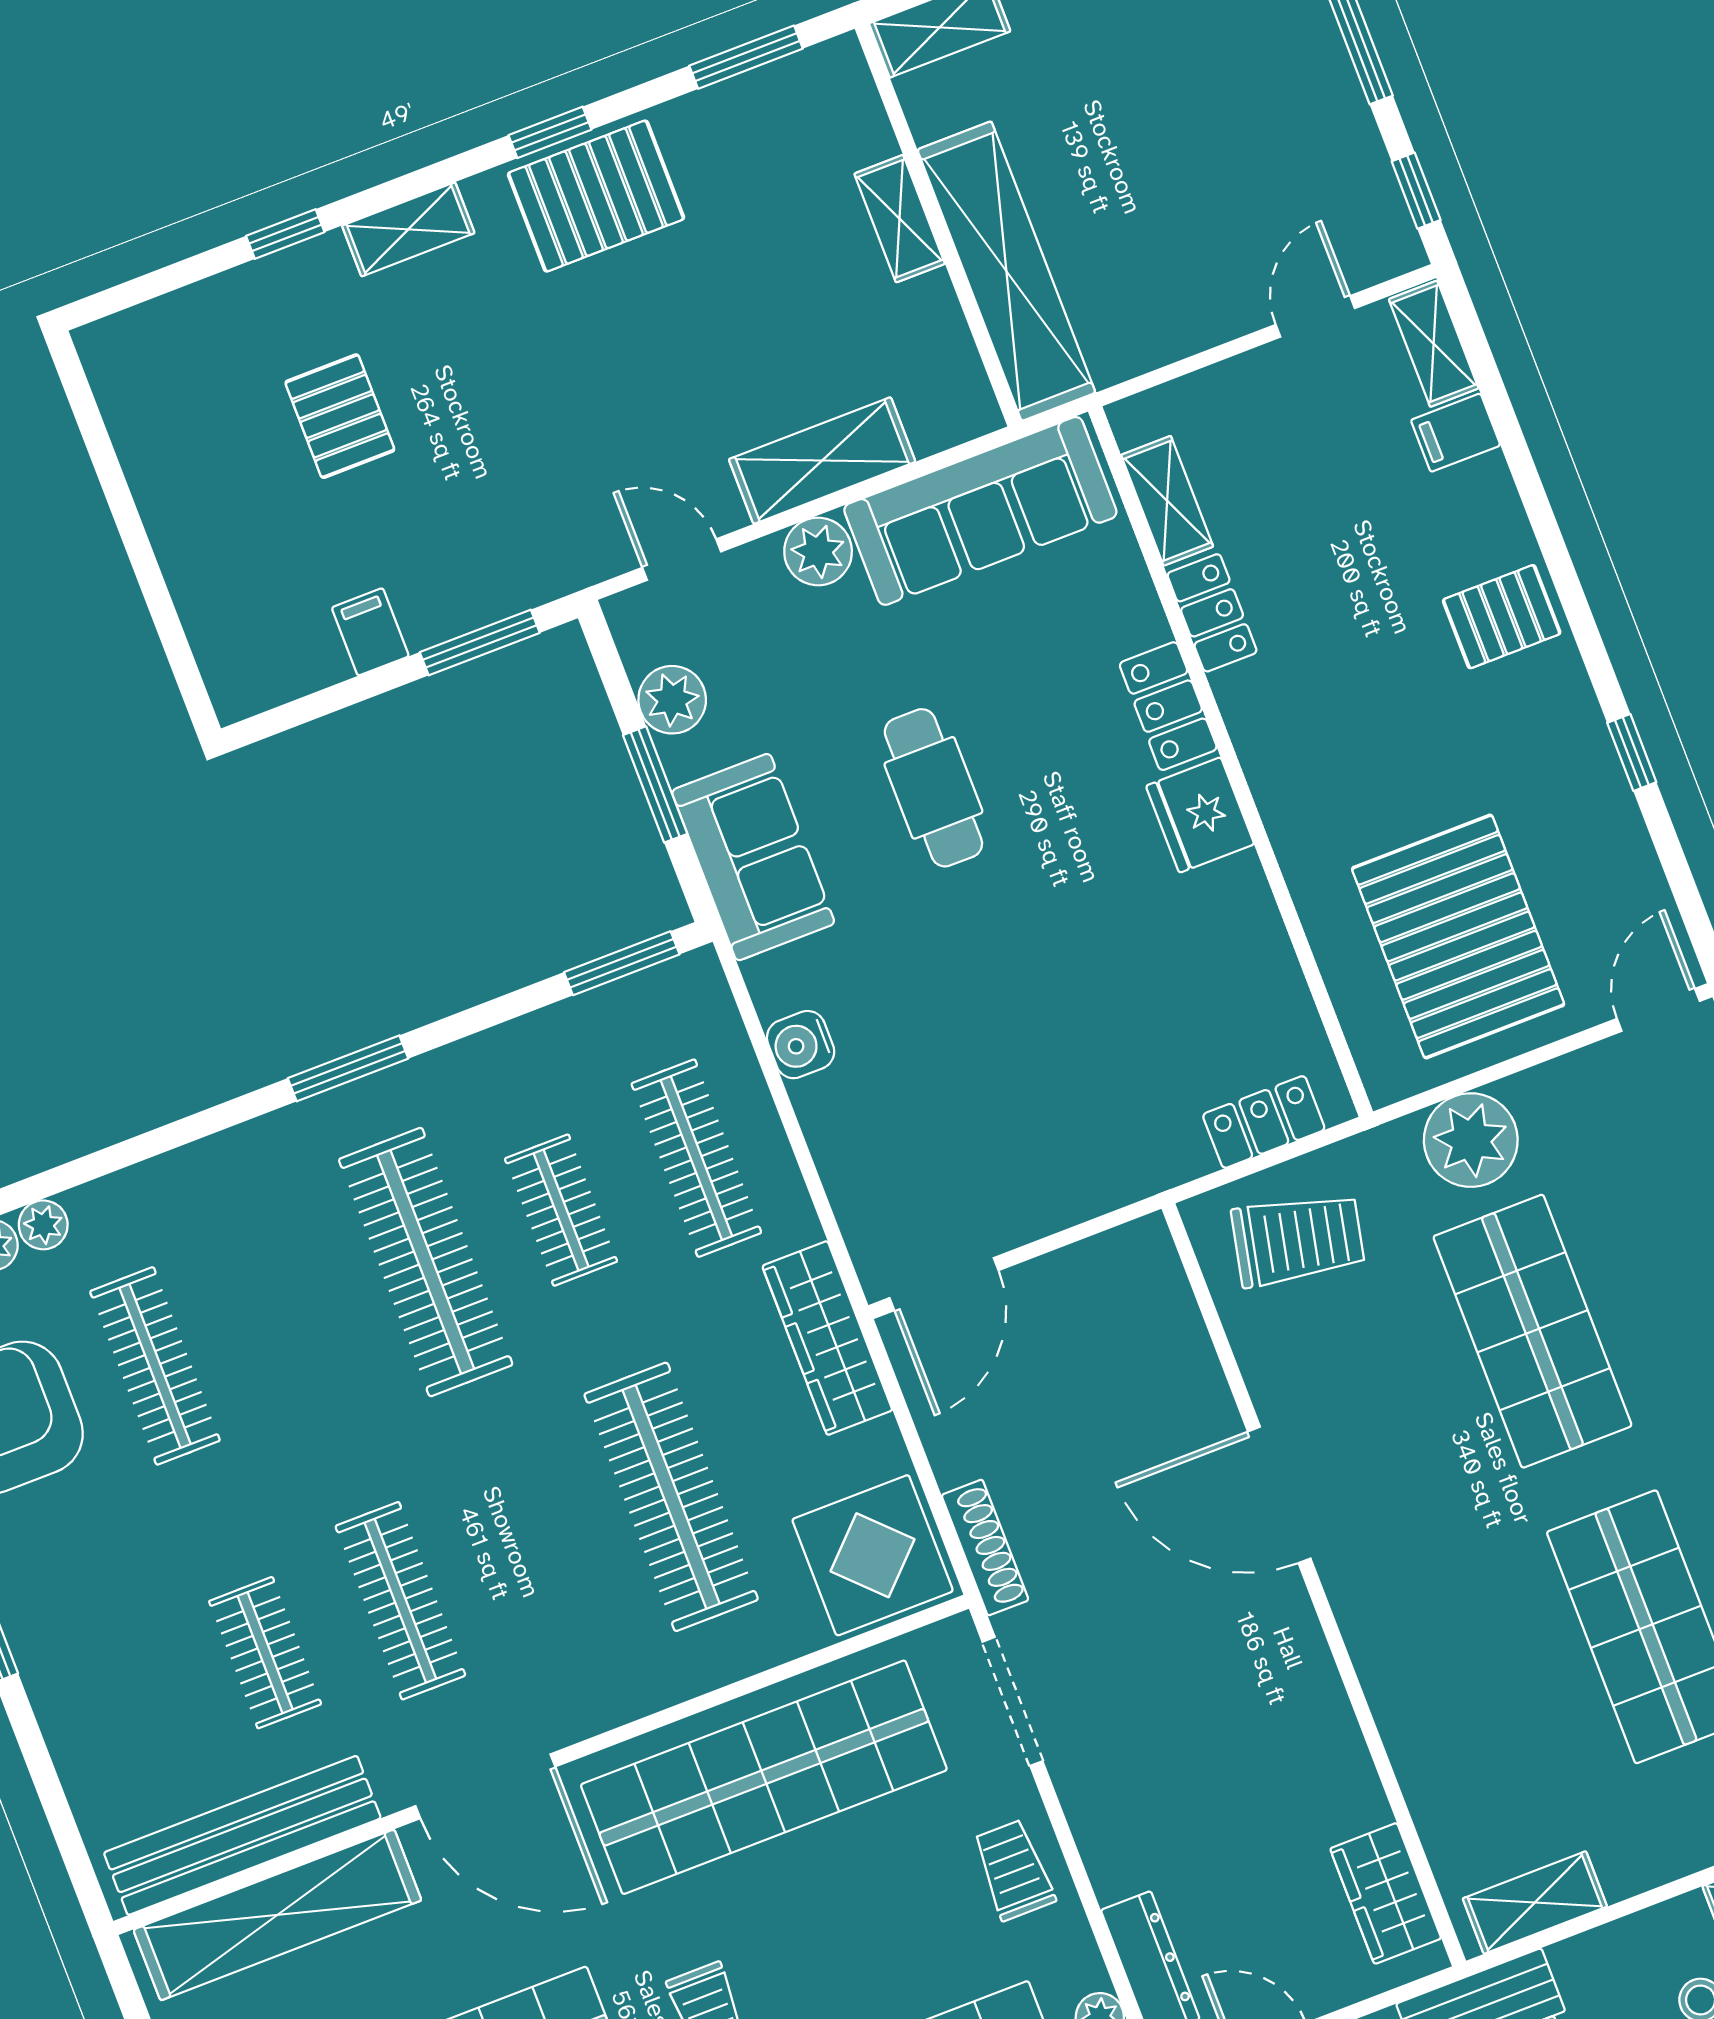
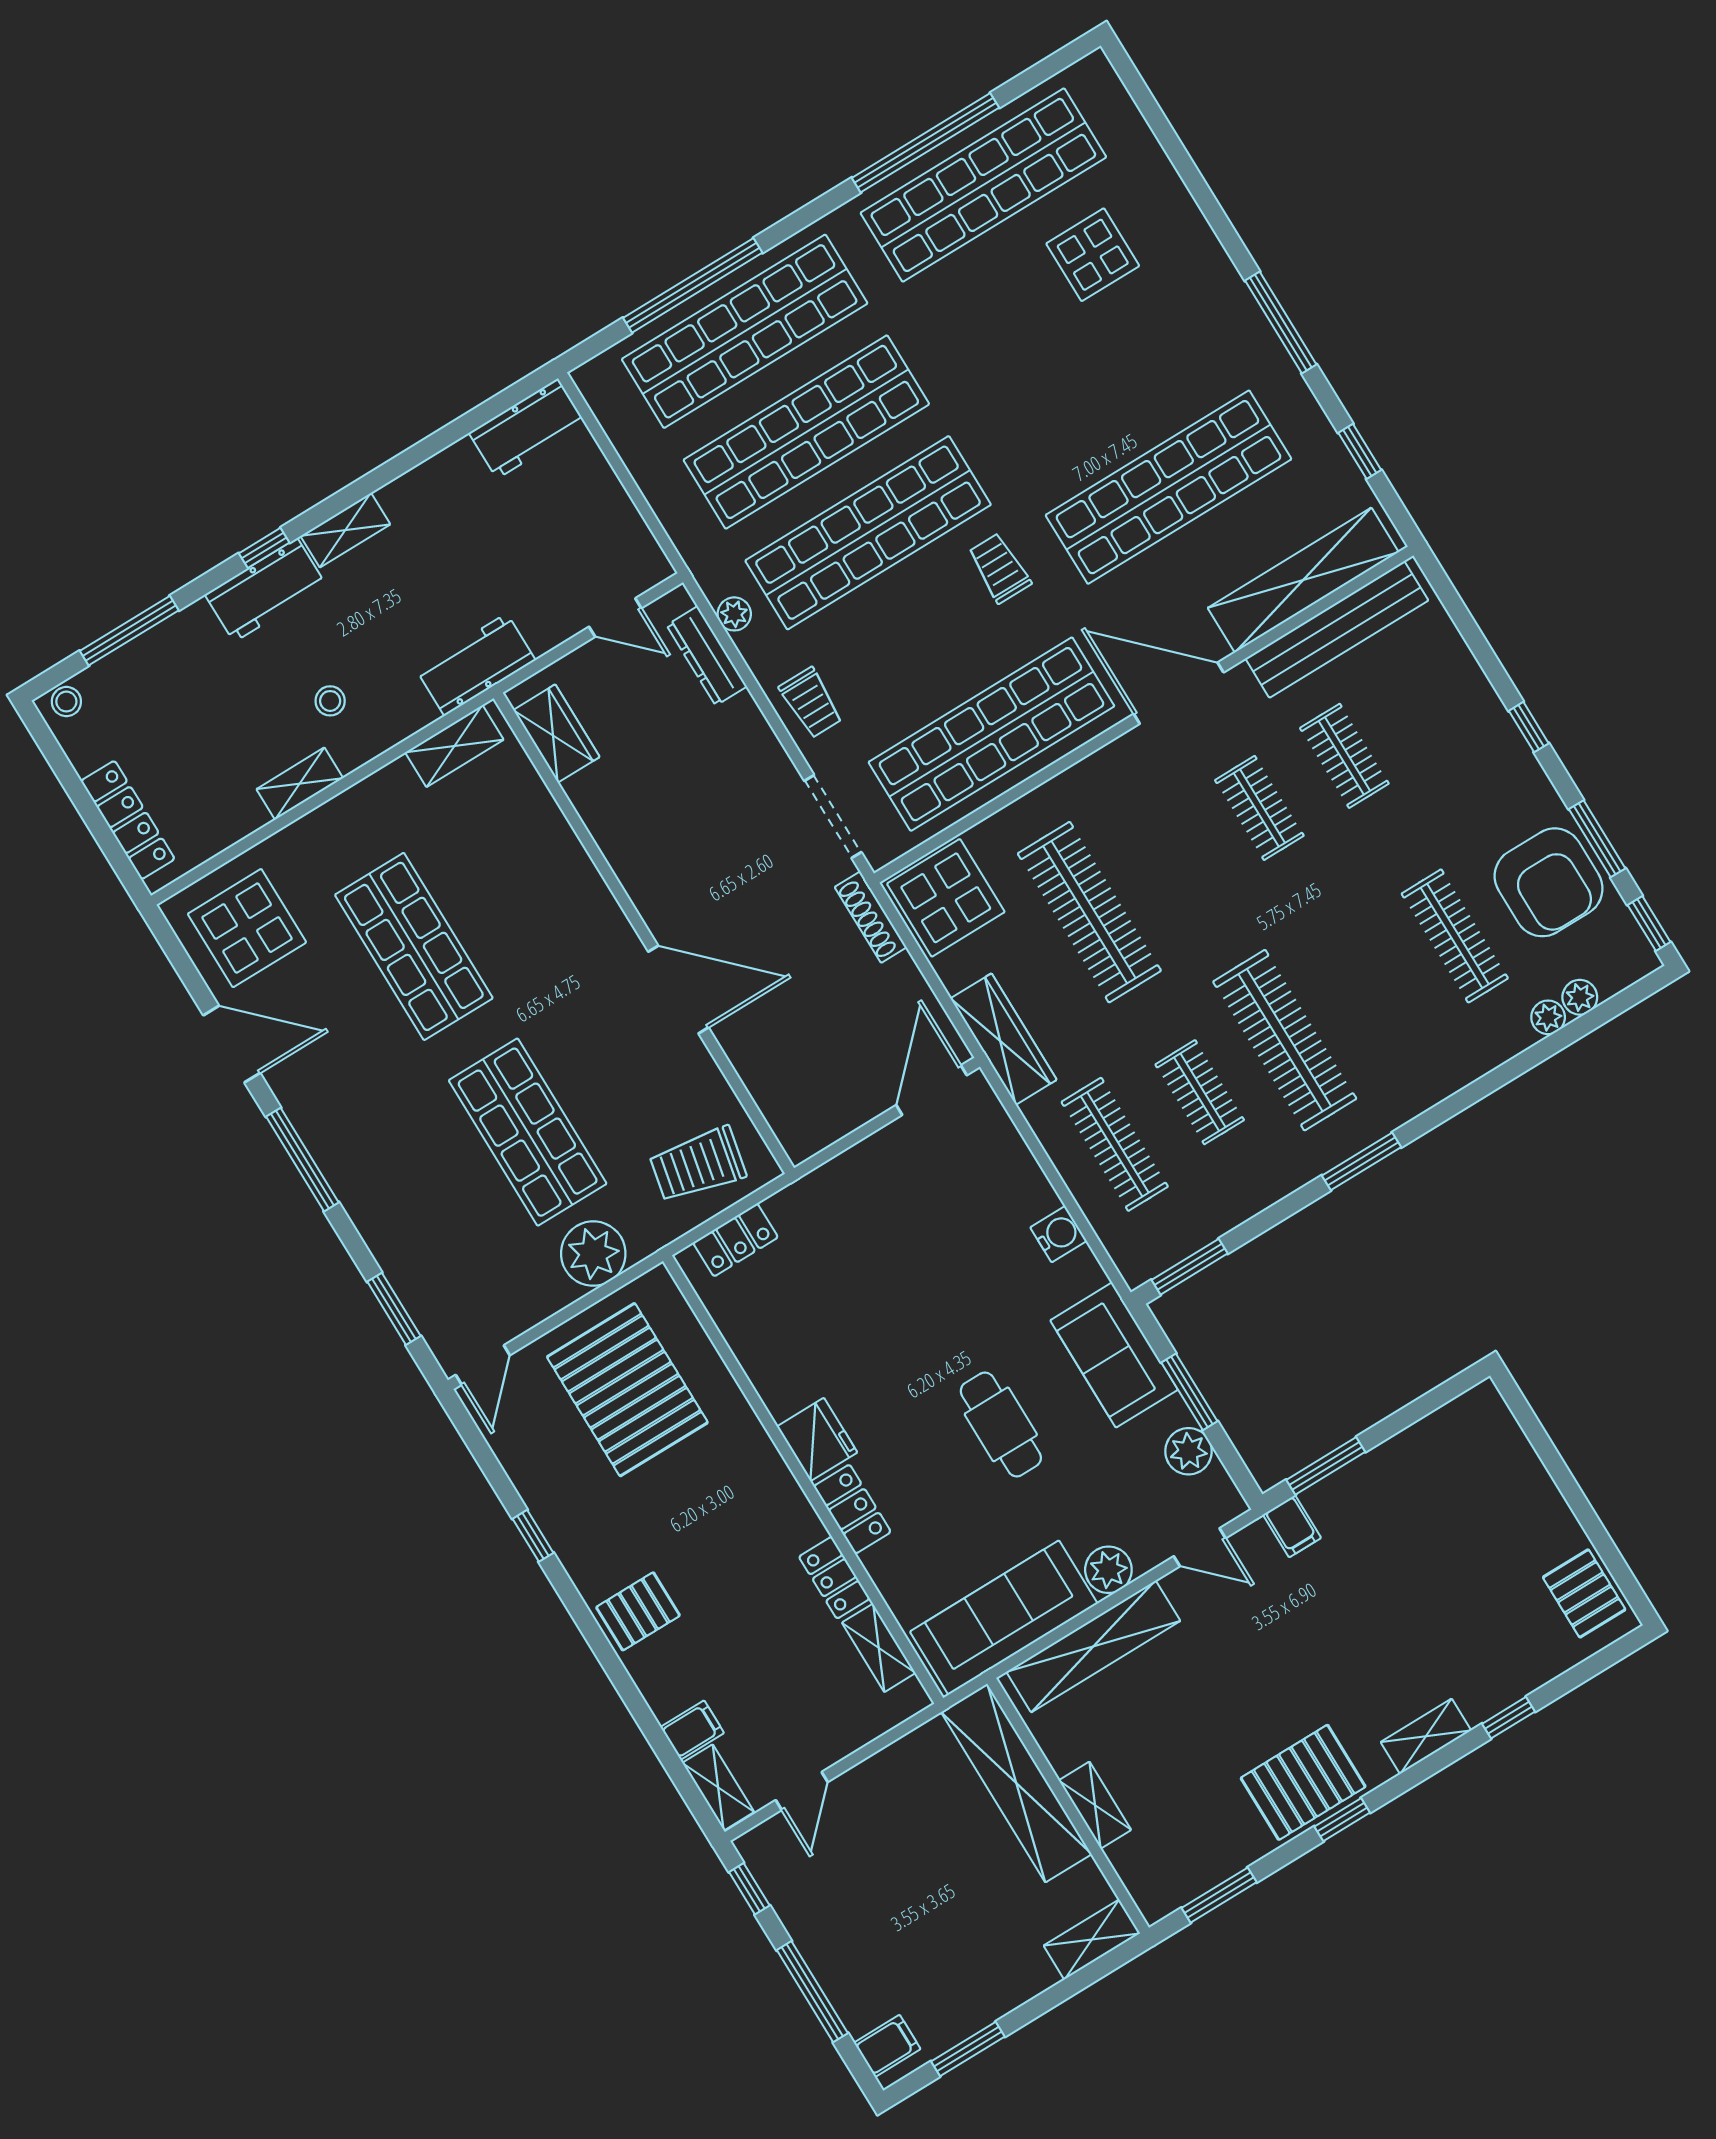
pallet: (340, 416) -> (1584, 1593), moved
shelving: (822, 461) -> (1093, 1646), width x1.47
filing cabinet: (370, 632) -> (1292, 1526), moved
clothes rail: (400, 1601) -> (1259, 808), width x0.73

